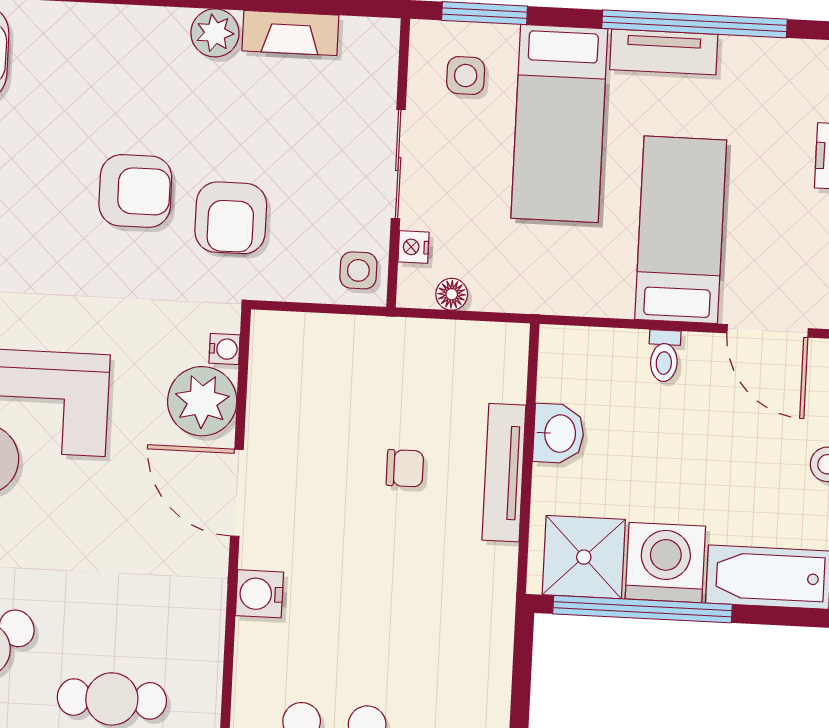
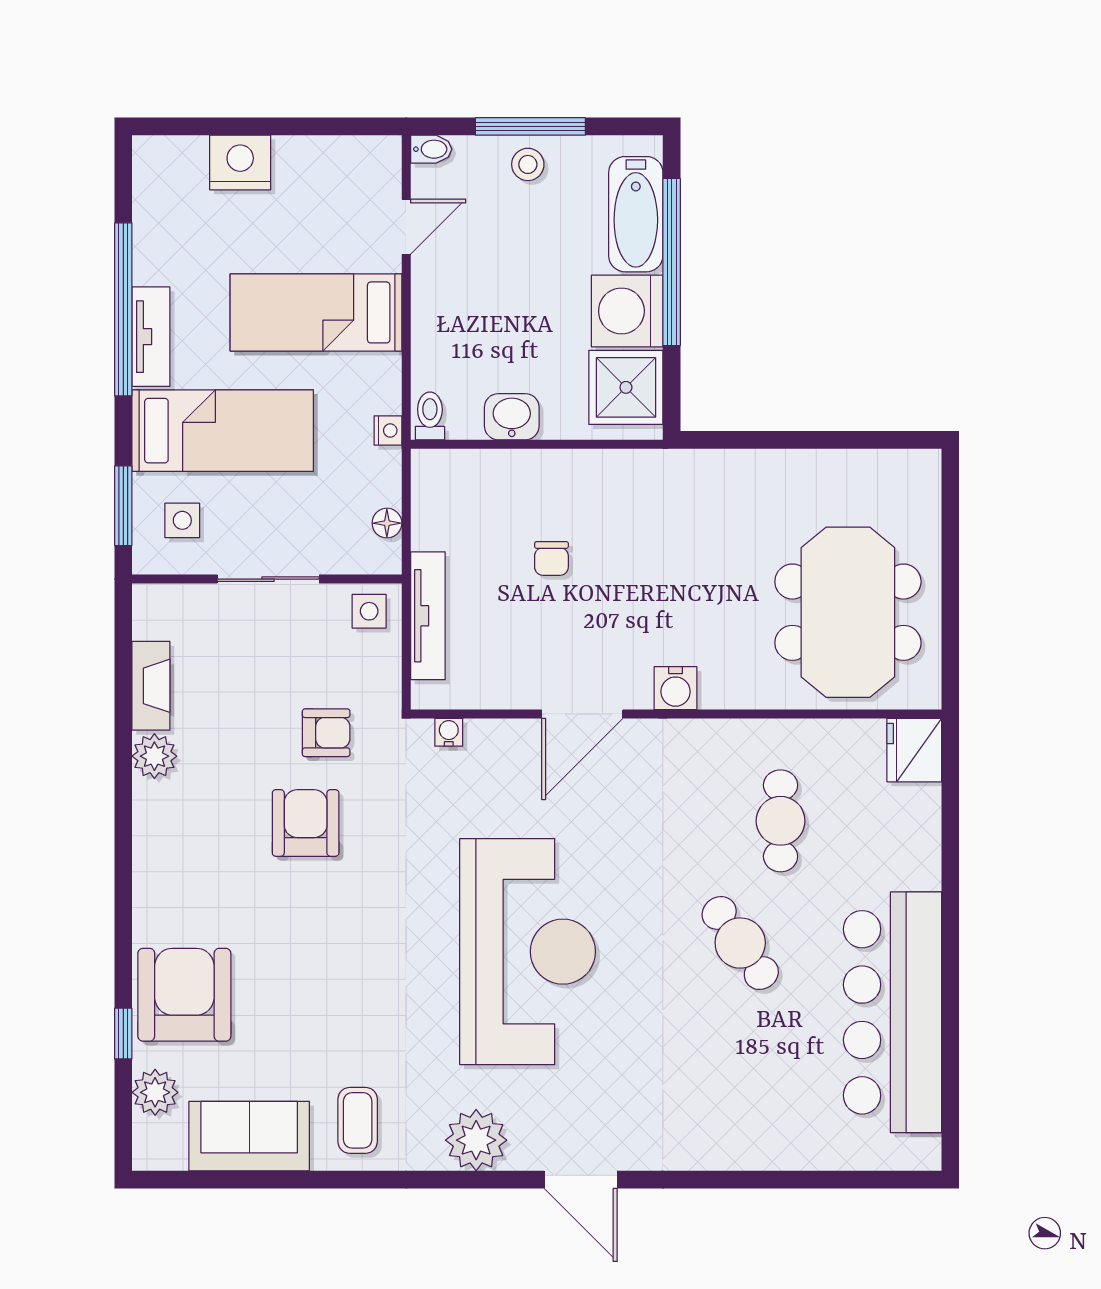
armchair: (231, 218) -> (326, 733), width x0.72, depth x0.72
nightstand: (413, 247) -> (388, 430), moved, turned -90
door: (768, 331) -> (406, 227), width x0.73
toilet: (664, 356) -> (430, 416), moved, turned -90
plant: (202, 401) -> (499, 751), removed
chair: (405, 468) -> (551, 558), turned 180
tv unit: (504, 473) -> (428, 616), moved, turned -90
window: (642, 609) -> (672, 262), moved

